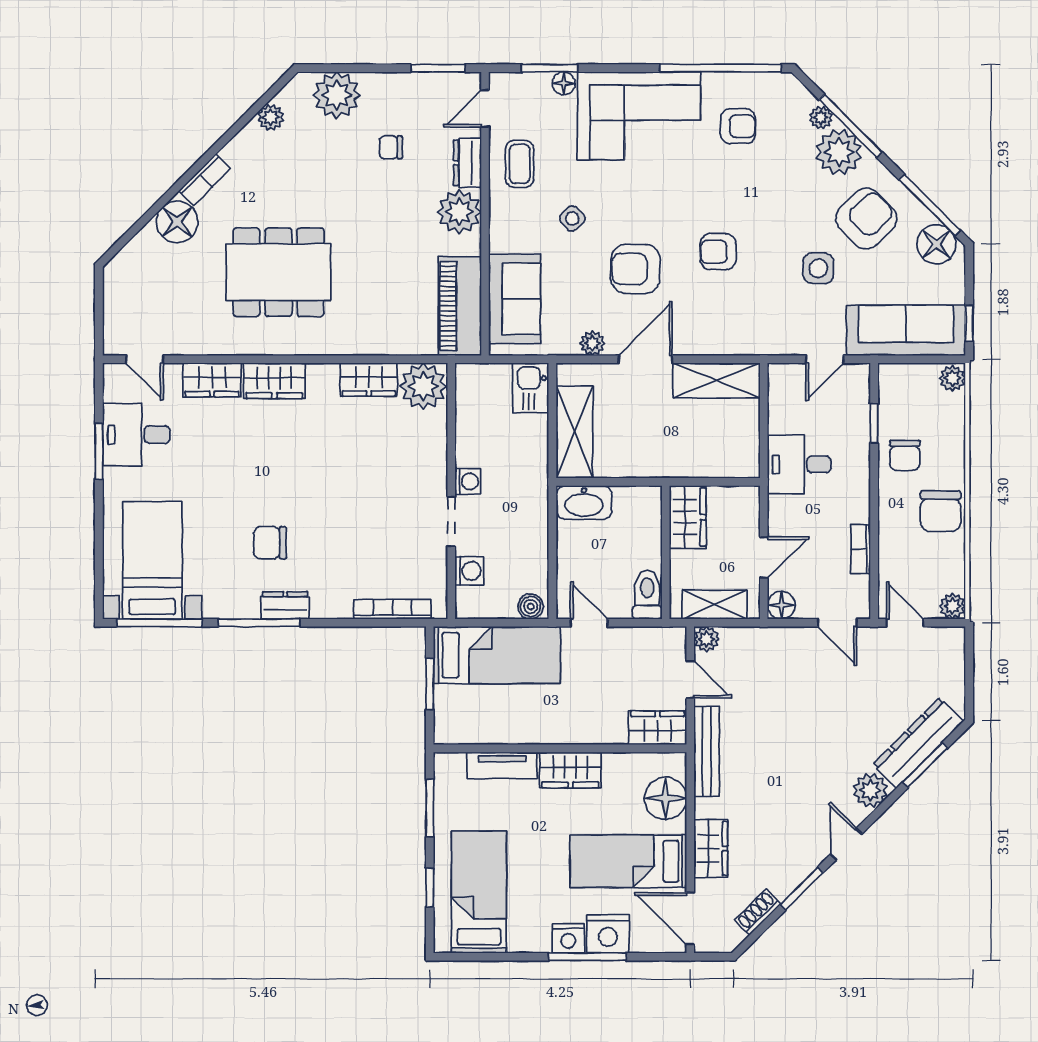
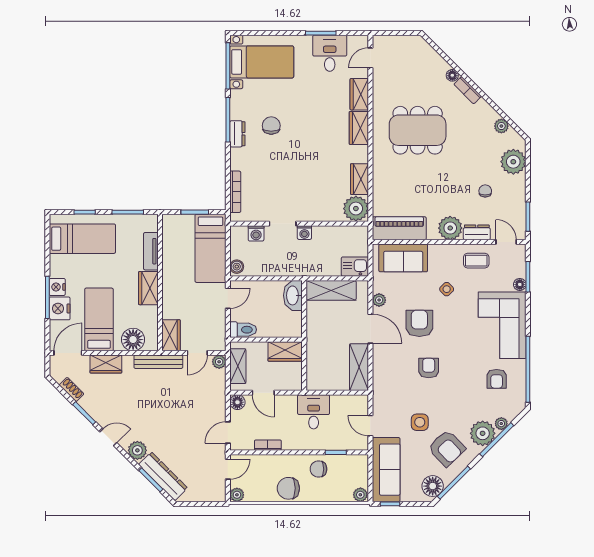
floor lamp: (177, 222) -> (452, 75), width x0.53, depth x0.53
dining table: (278, 272) -> (418, 130), turned 90

